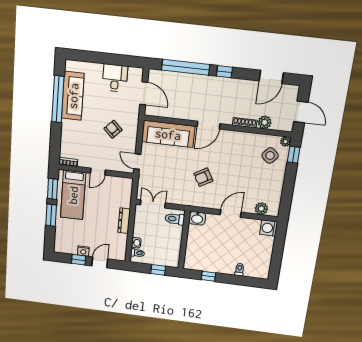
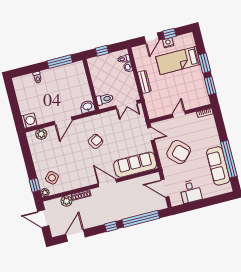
door: (209, 125) -> (107, 183), hinge flipped
armchair: (113, 129) -> (179, 152), width x1.88, depth x1.88
bed: (73, 195) -> (178, 61), moved, turned -90
window: (208, 276) -> (60, 62), width x2.17

